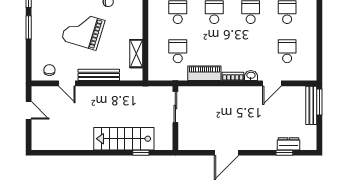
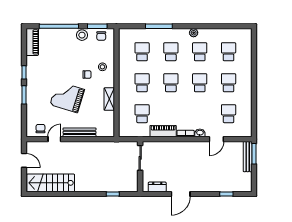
shelving: (136, 54) -> (109, 99), moved
door: (67, 83) -> (54, 139), swing flipped
stairs: (124, 139) -> (51, 183), moved
dresser: (289, 144) -> (157, 187), moved

